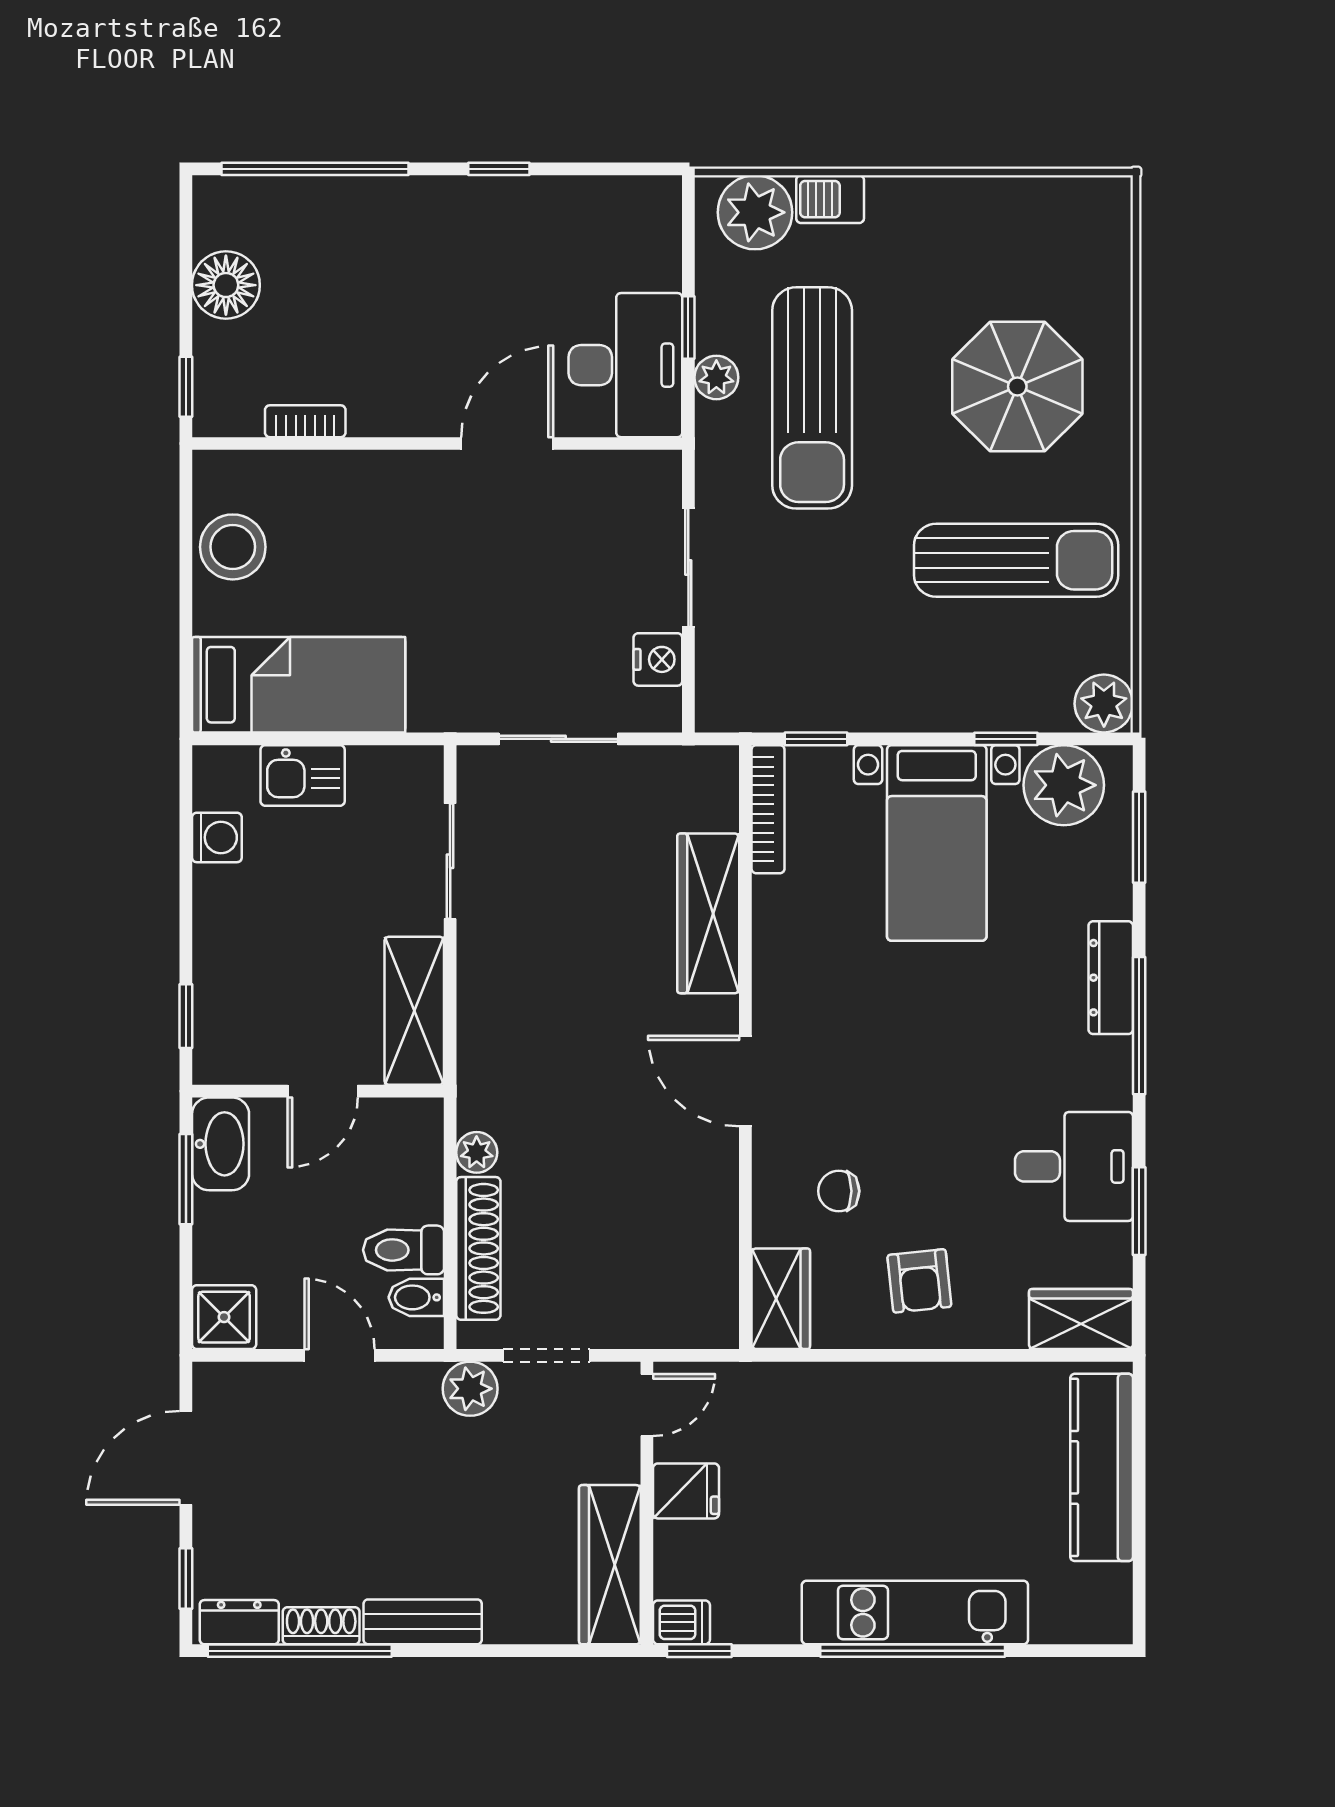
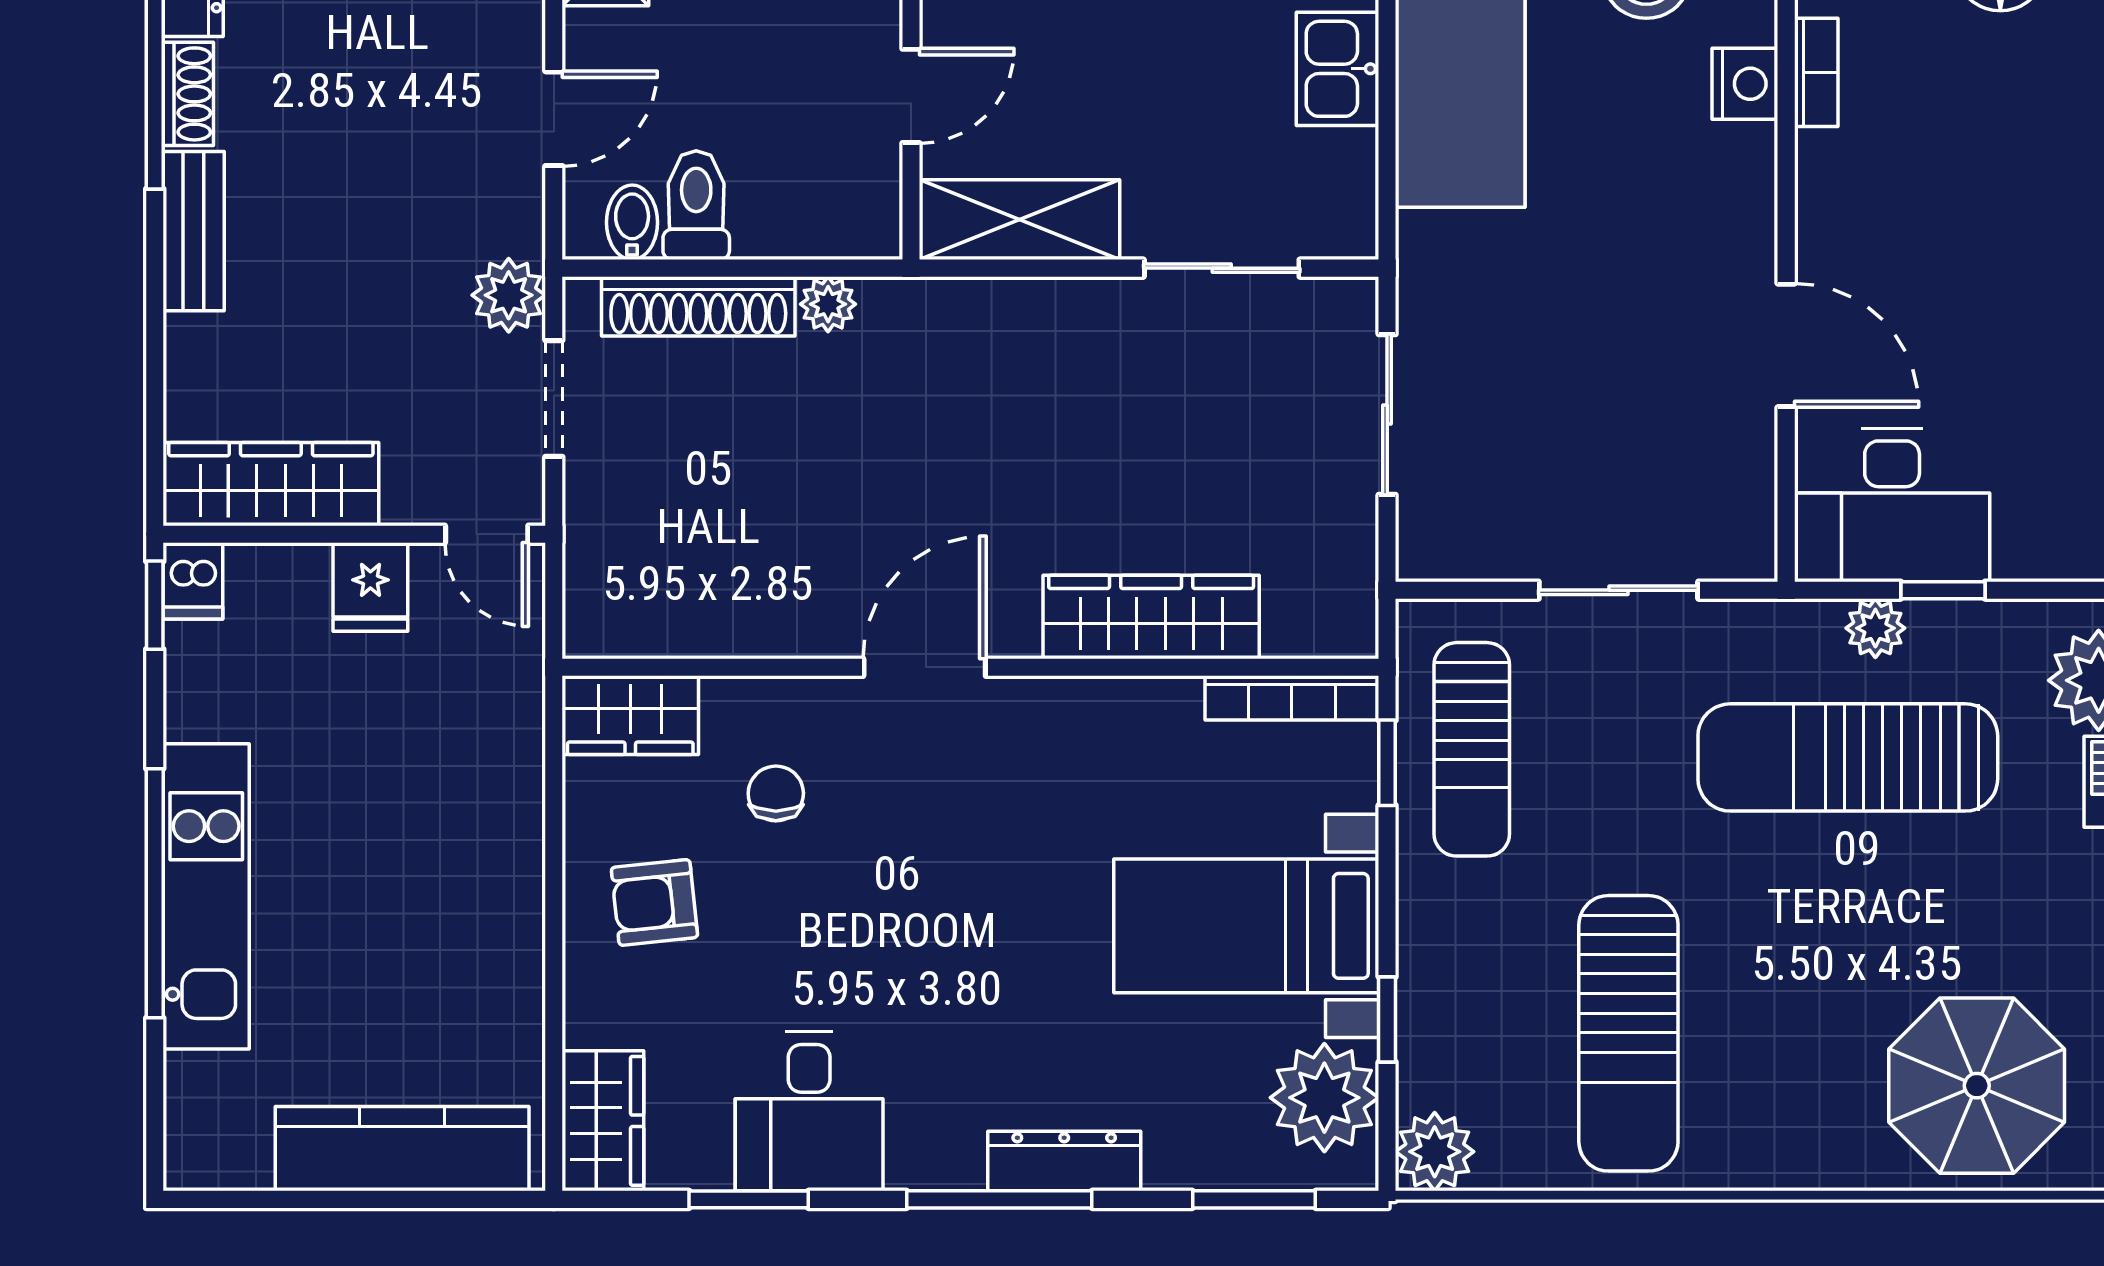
parasol: (1017, 387) -> (1977, 1086), moved
nightstand: (658, 659) -> (1745, 84), moved, turned -90
sun lounger: (806, 676) -> (1472, 749), added
door: (323, 1091) -> (911, 96), swing flipped

